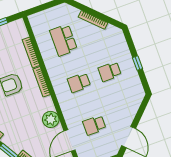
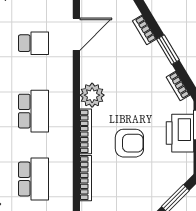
school desk: (79, 83) -> (33, 111), width x1.85
plant: (51, 119) -> (92, 95), moved

